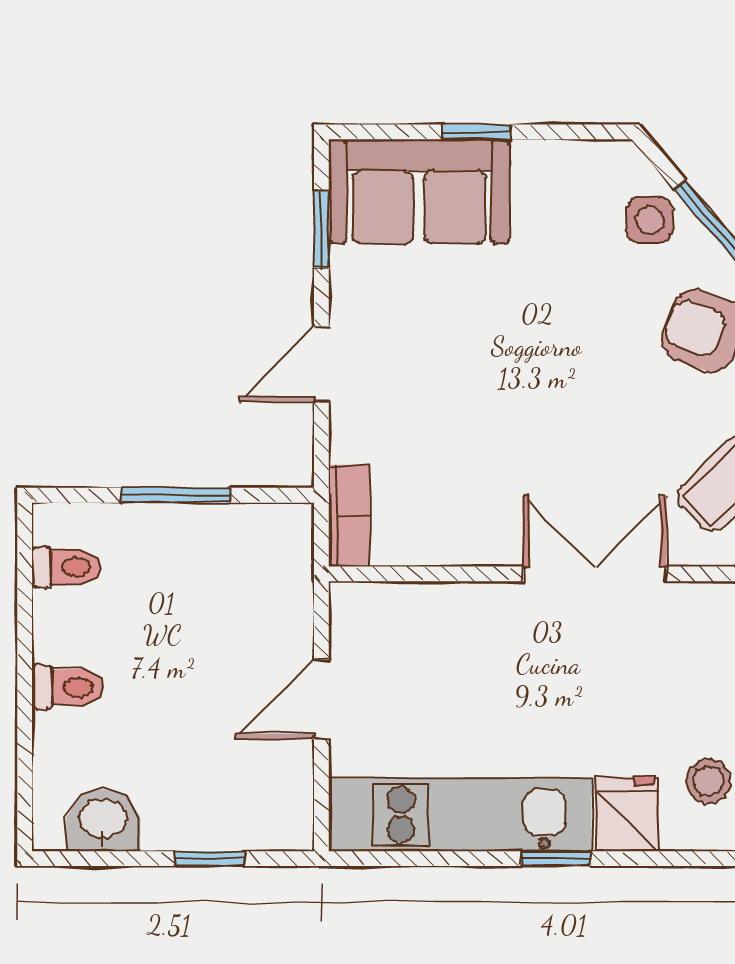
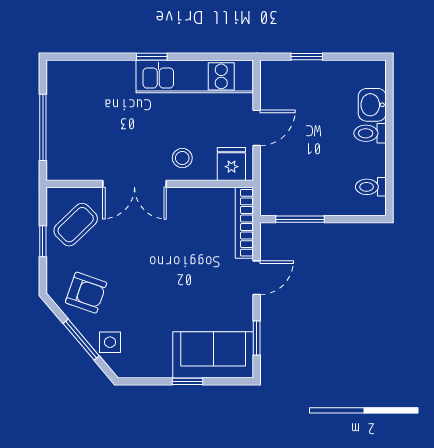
window: (176, 495) -> (300, 219), moved
bookcase: (349, 516) -> (244, 223), width x1.56
stool: (709, 781) -> (182, 158), moved
fridge: (628, 814) -> (231, 164), moved, turned 180
washbasin: (103, 820) -> (372, 105), moved, turned 90

